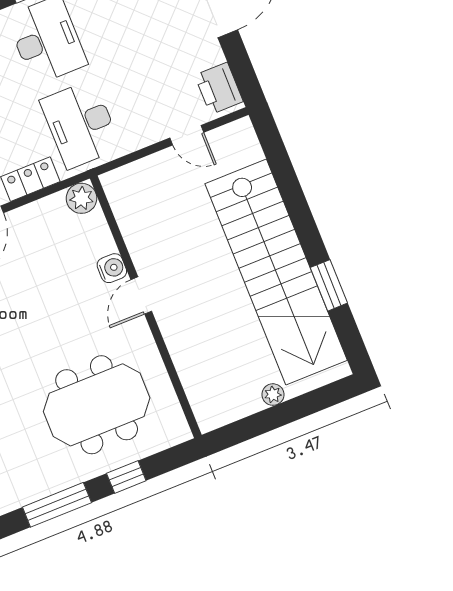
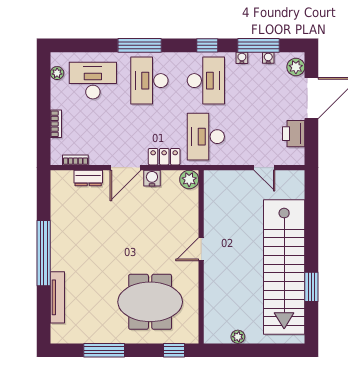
printer: (219, 88) -> (294, 134), moved
water cooler: (112, 268) -> (152, 178), moved, turned -90
plant: (273, 395) -> (238, 337), moved
window: (126, 477) -> (174, 350), moved

